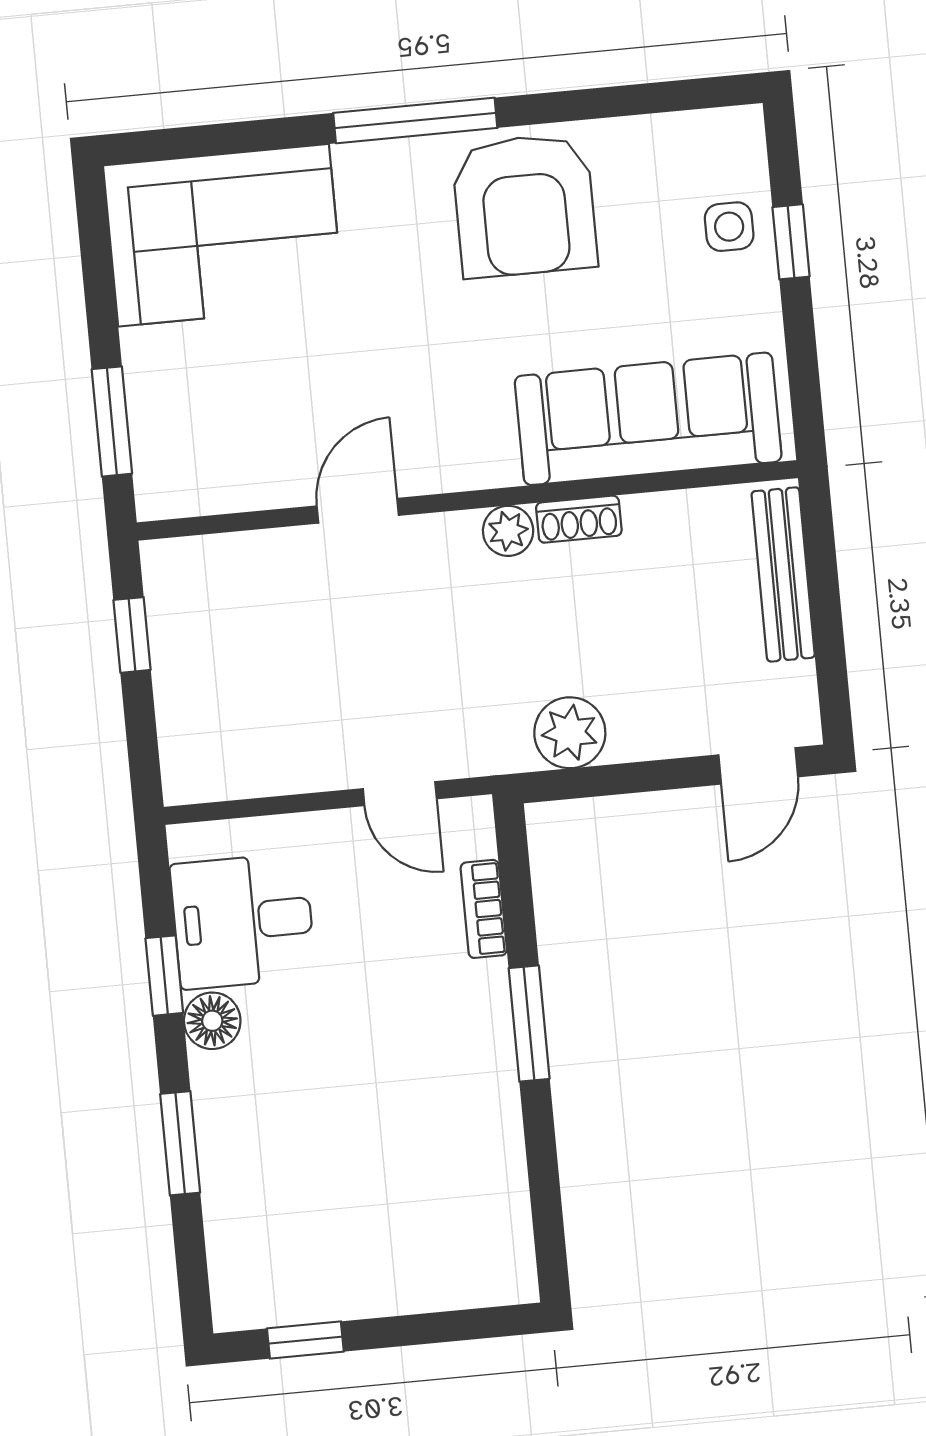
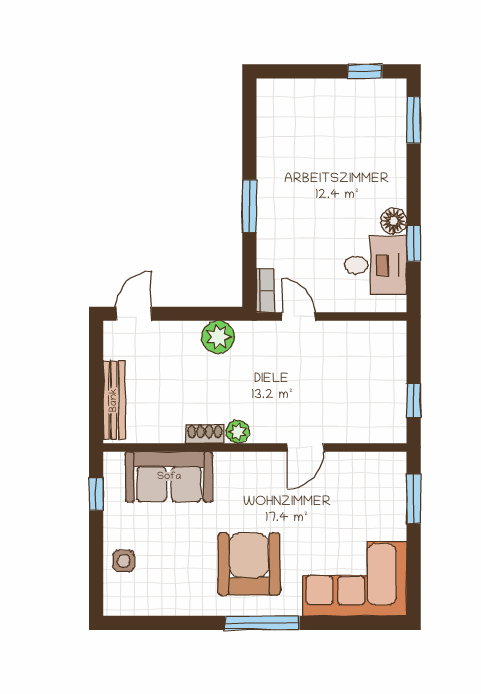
armchair: (525, 205) -> (249, 564), moved
window: (791, 242) -> (96, 494), moved
sofa: (648, 419) -> (169, 477), width x0.73
bookcase: (484, 909) -> (265, 290), moved
window: (180, 1143) -> (414, 120), moved

